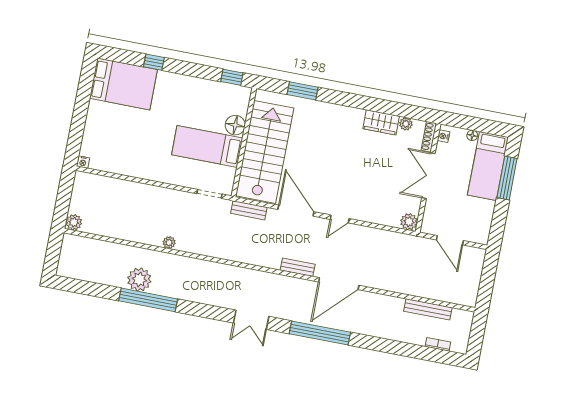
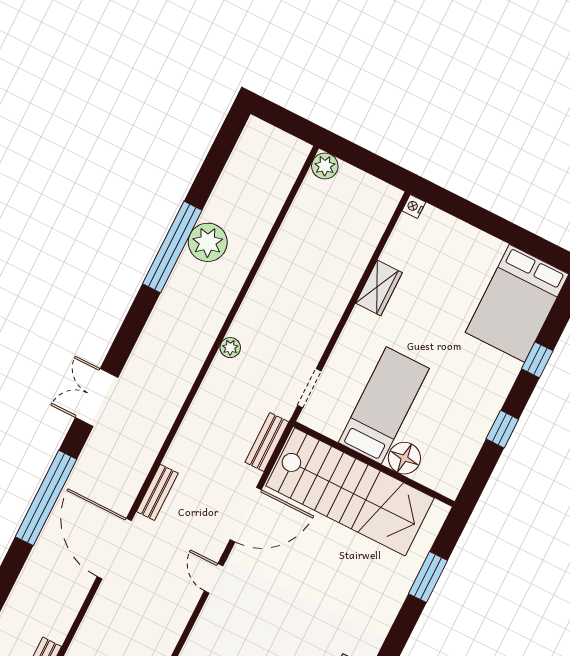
window: (232, 77) -> (502, 429), moved
wardrobe: (138, 169) -> (379, 288), added
plant: (169, 243) -> (230, 348), moved

